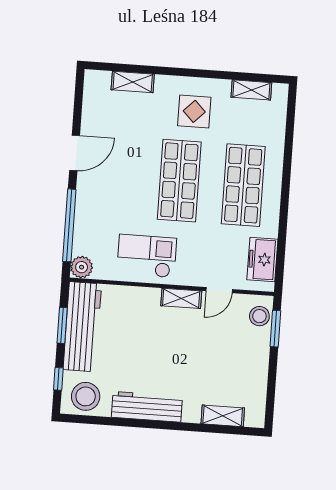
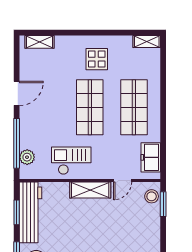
shelving: (133, 82) -> (40, 42), moved
shelving: (251, 90) -> (147, 41), moved
plant: (82, 267) -> (27, 157), moved
shelving: (181, 298) -> (90, 190), width x1.50, depth x1.33

